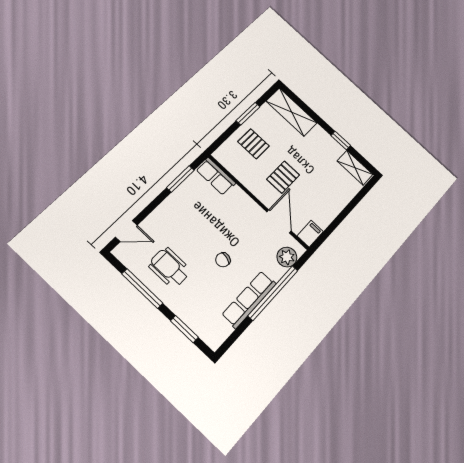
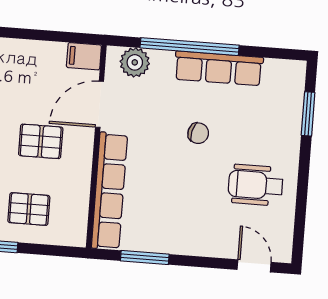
pallet: (253, 144) -> (29, 209), turned 90
row of seats: (216, 176) -> (109, 191), width x2.02
wheelchair: (170, 268) -> (255, 185), turned 90
window: (142, 288) -> (302, 195), removed

